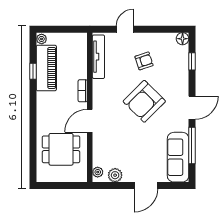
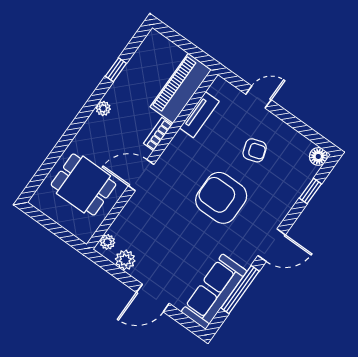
plant: (42, 39) -> (103, 108), moved
tv unit: (98, 57) -> (199, 115), width x0.71
piano: (46, 68) -> (181, 88), moved, turned 180
armchair: (144, 101) -> (221, 198), turned 45

